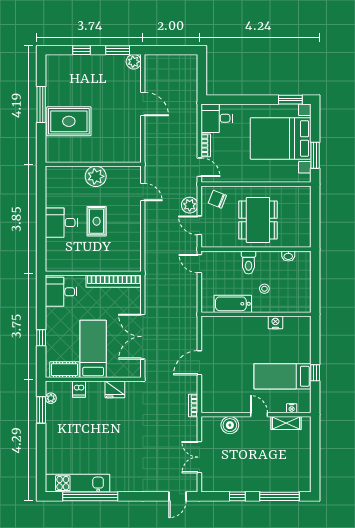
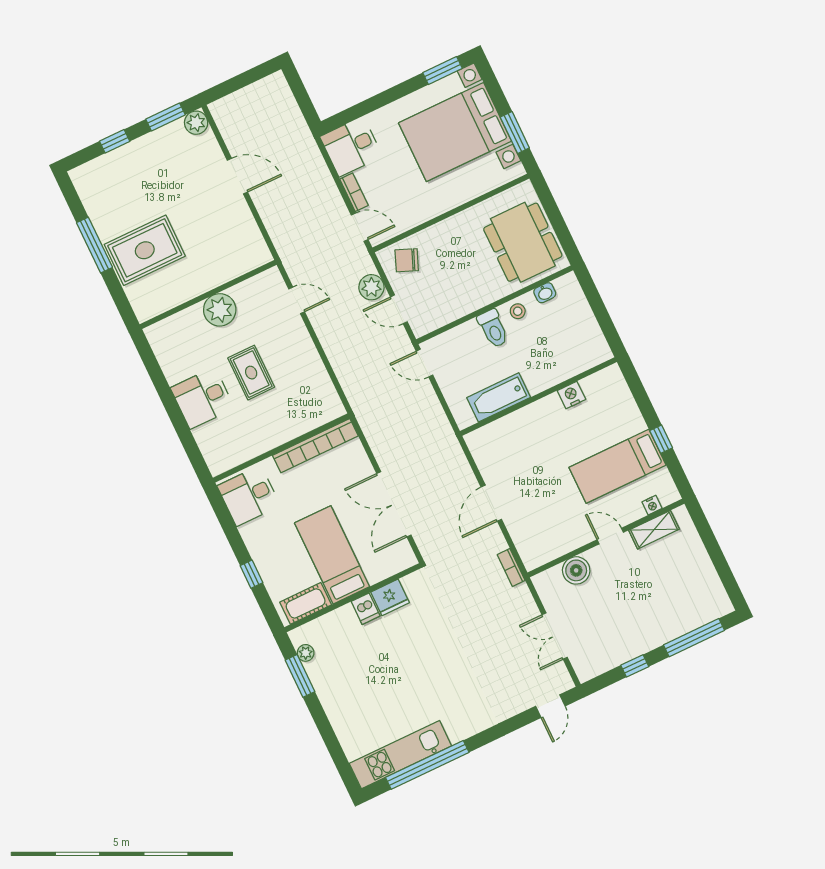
dining table: (258, 220) -> (523, 242), moved
stool: (264, 289) -> (518, 311), moved
dishwasher: (79, 389) -> (366, 609), moved

